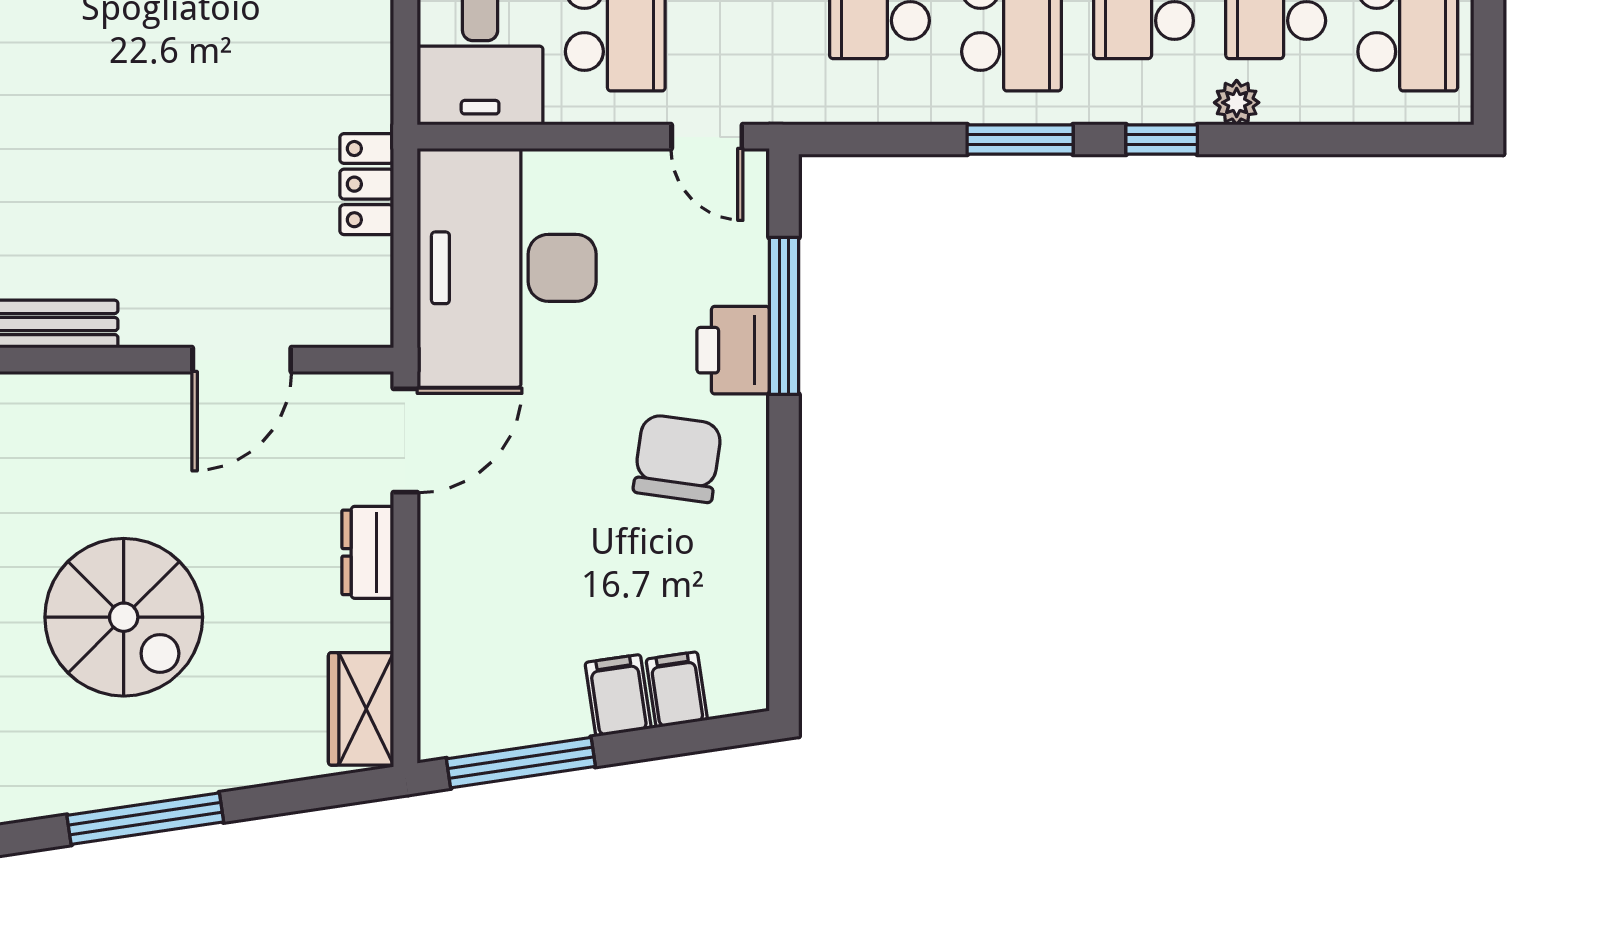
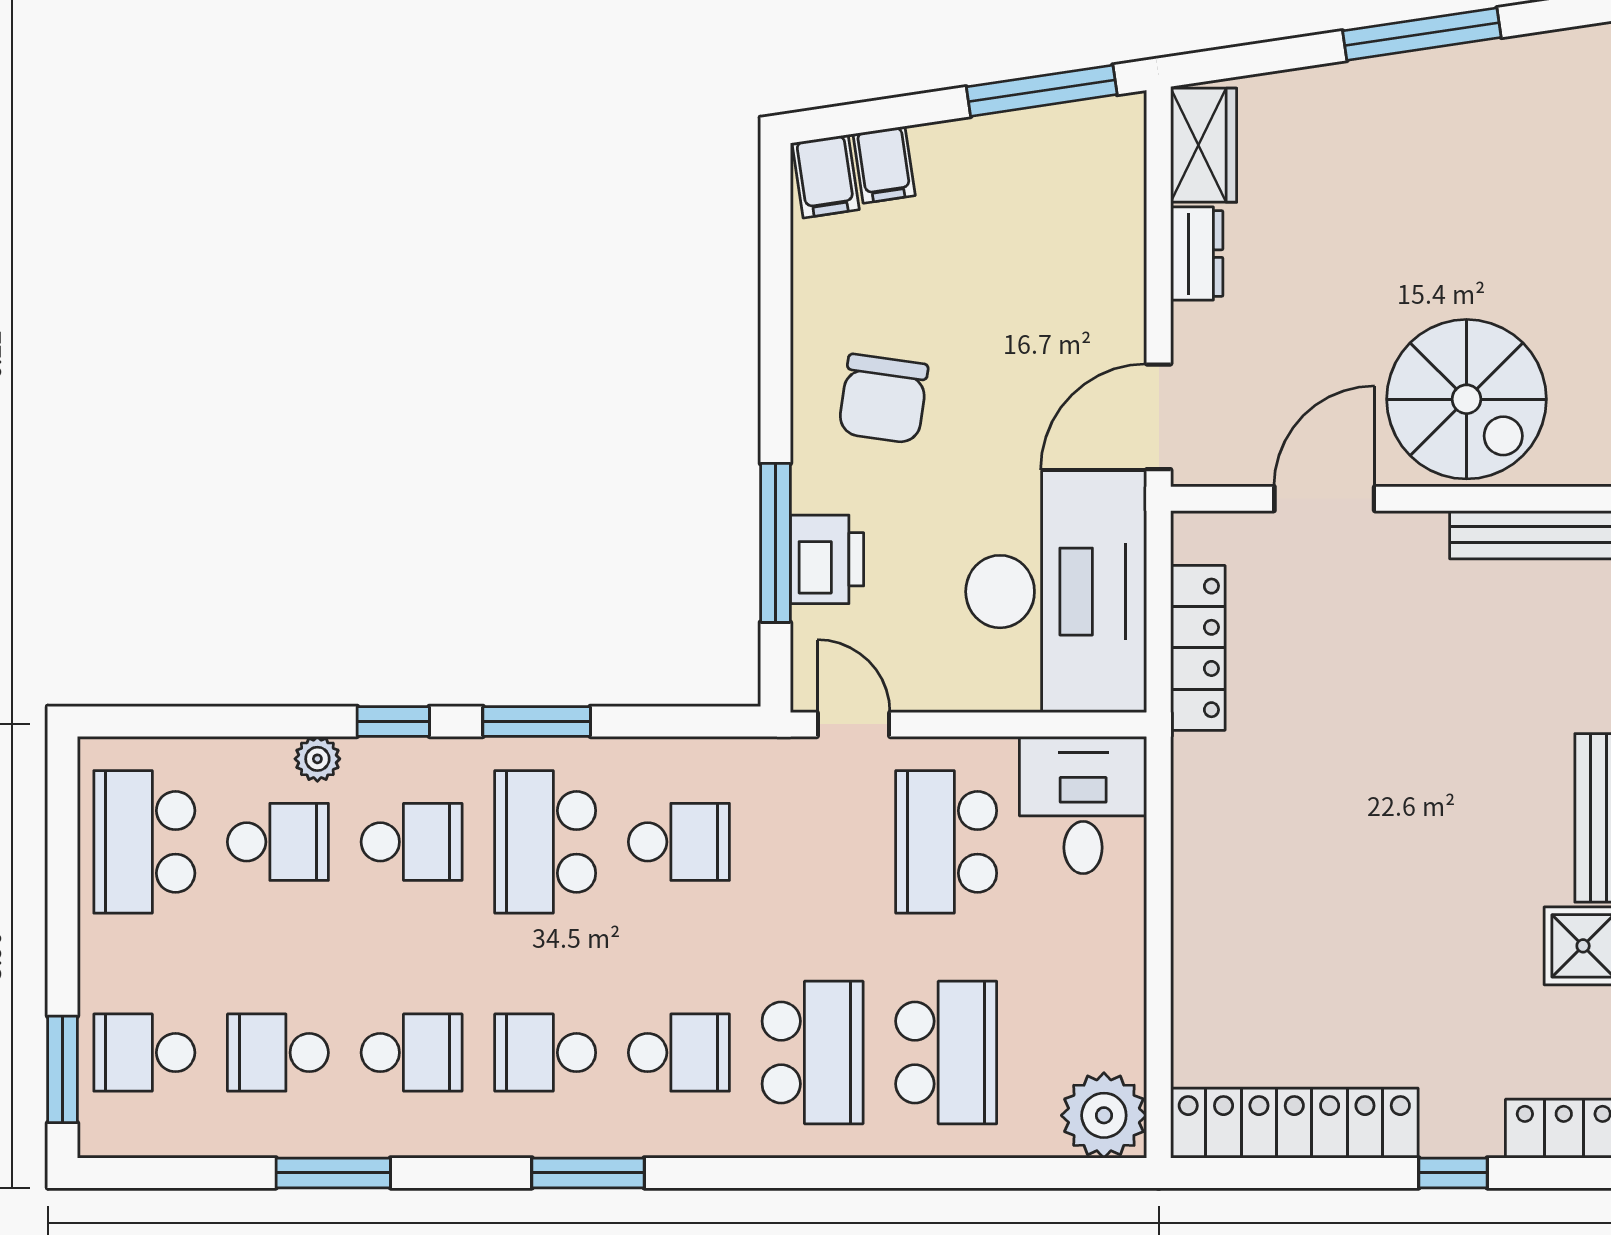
locker: (367, 184) -> (1198, 648), width x1.53
printer: (733, 350) -> (827, 559), moved
dresser: (368, 552) -> (1197, 254), moved
spiral stairs: (124, 617) -> (1467, 399), moved, turned 180
filing cabinet: (618, 695) -> (826, 176), moved

